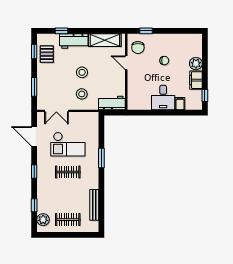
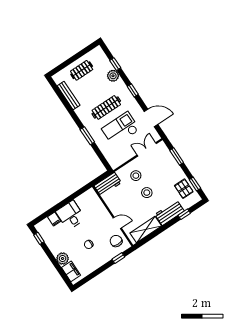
filing cabinet: (196, 80) -> (71, 271), moved
clothes rail: (68, 172) -> (106, 107), width x1.36
plant: (43, 220) -> (113, 76), moved

